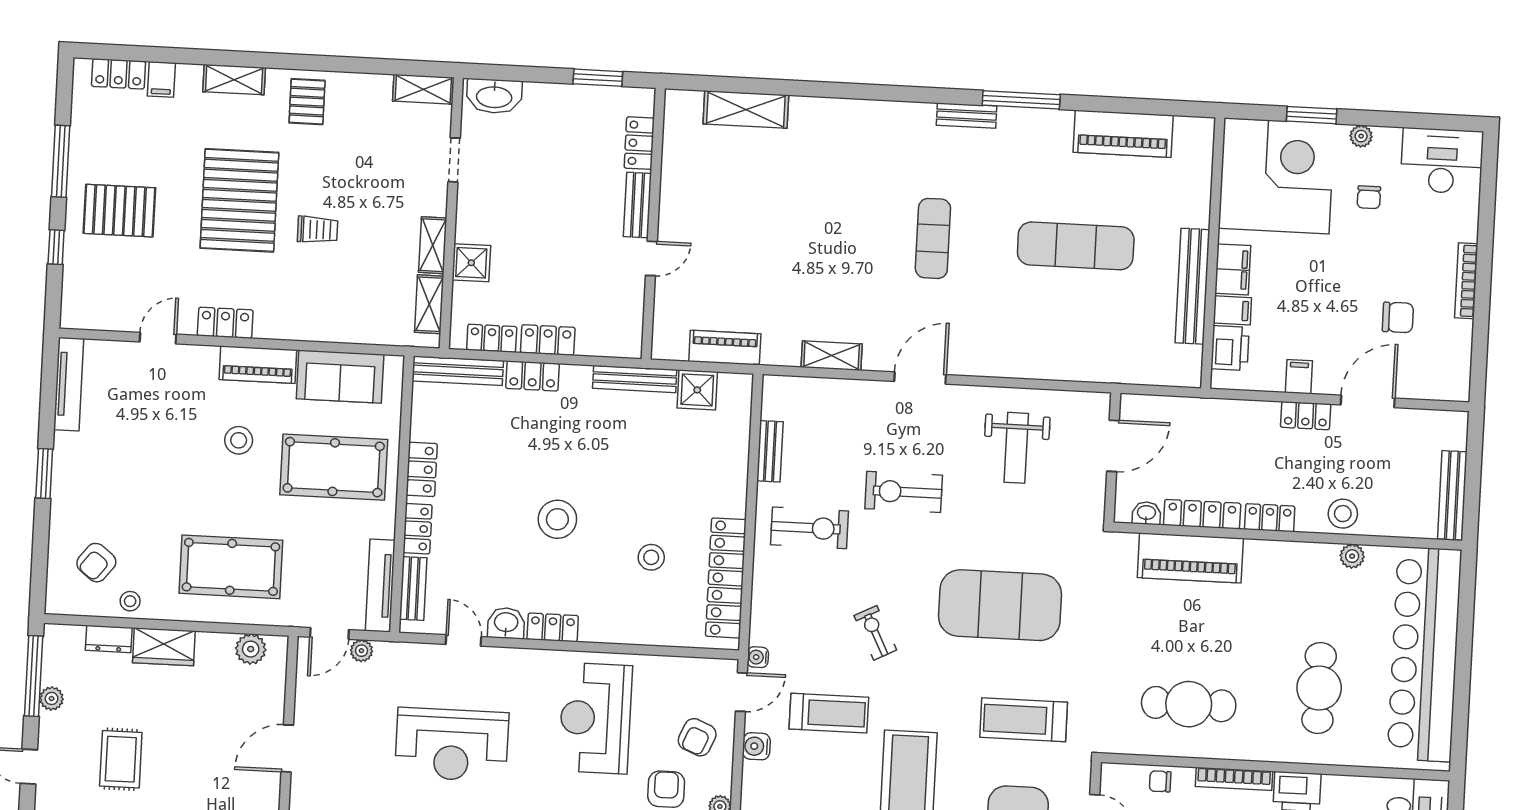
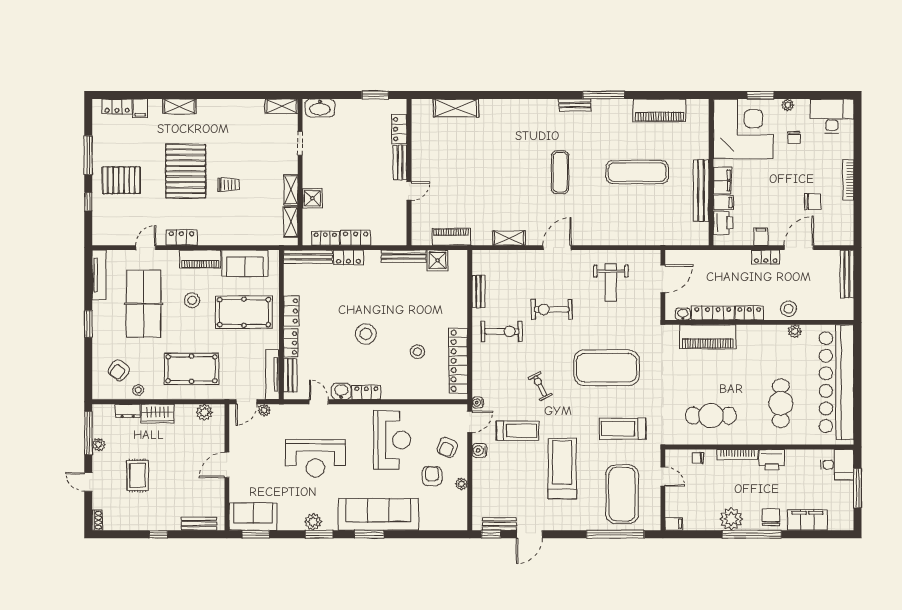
pallet: (307, 102) -> (219, 116), removed
table tennis table: (149, 442) -> (144, 304), added
bench: (1452, 495) -> (847, 274), moved
reception desk: (595, 718) -> (392, 440), turned 180

